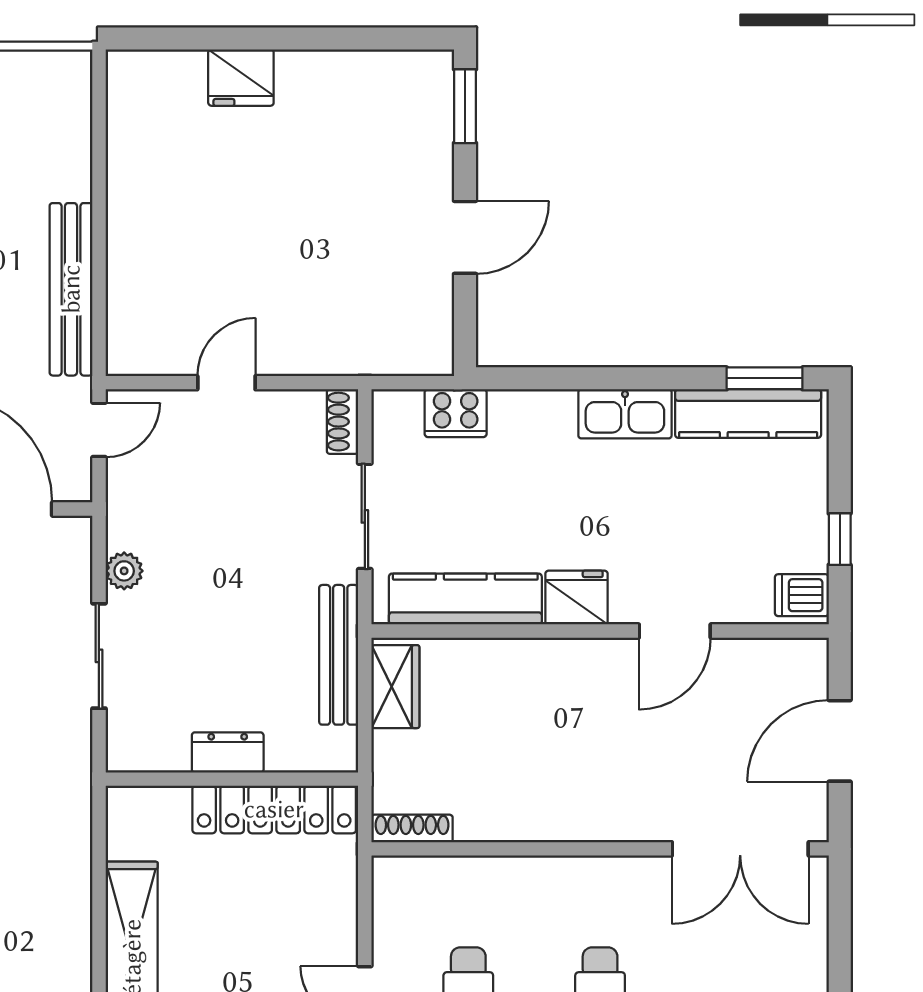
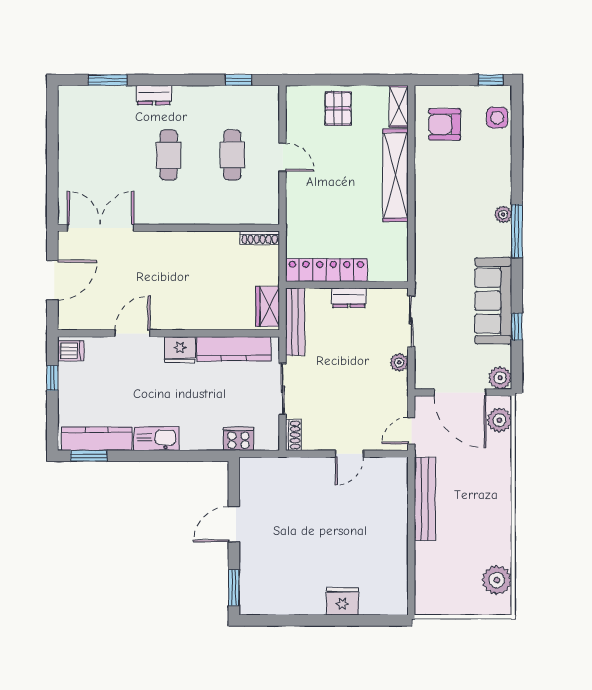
dresser: (228, 752) -> (349, 298), moved
wall: (232, 779) -> (347, 285), moved
locker: (274, 809) -> (326, 270), moved

